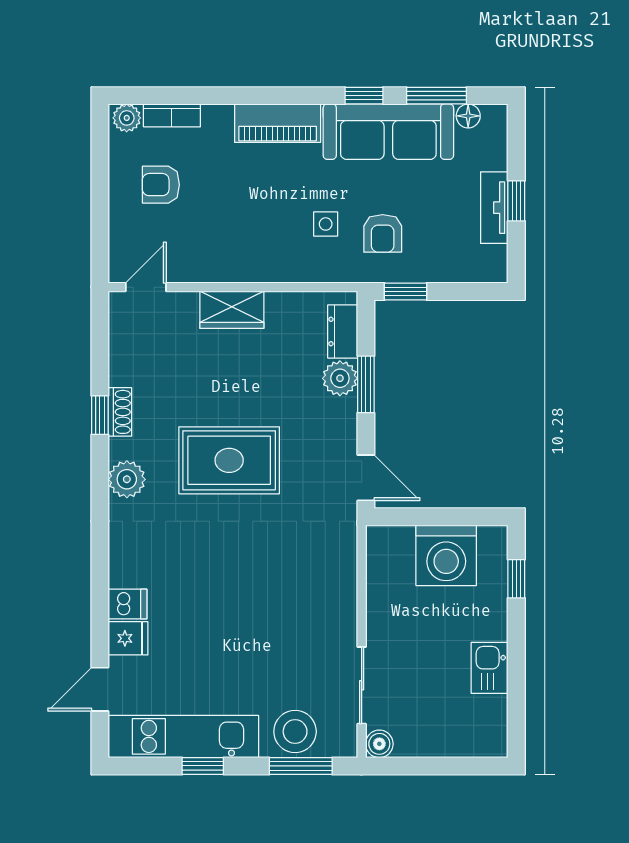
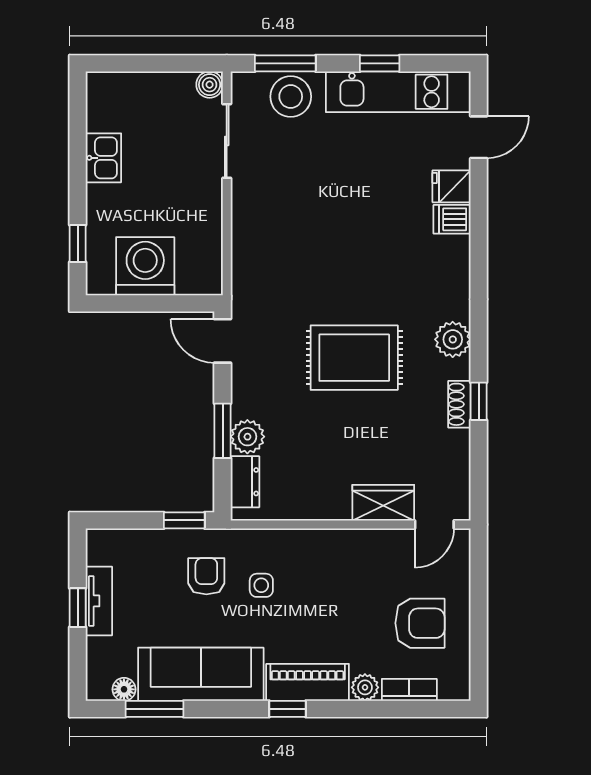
window: (364, 96) -> (287, 709), moved
plant: (127, 118) -> (365, 687), moved
armchair: (161, 185) -> (420, 623), width x1.38, depth x1.38
wardrobe: (232, 310) -> (383, 503), moved

